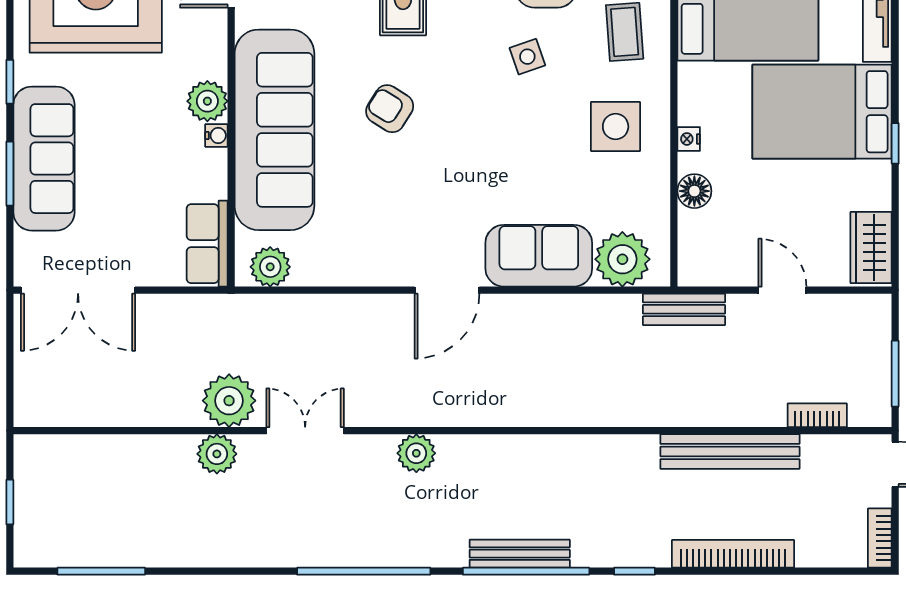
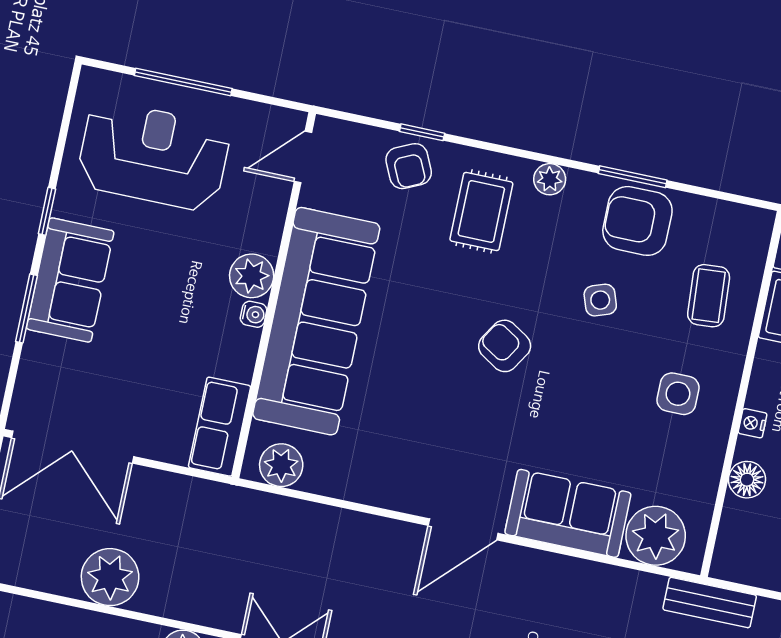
armchair: (390, 109) -> (505, 346), moved
side table: (616, 127) -> (678, 394), width x0.73, depth x0.73
sofa: (44, 159) -> (70, 280), width x0.73
plant: (229, 401) -> (110, 577), moved

